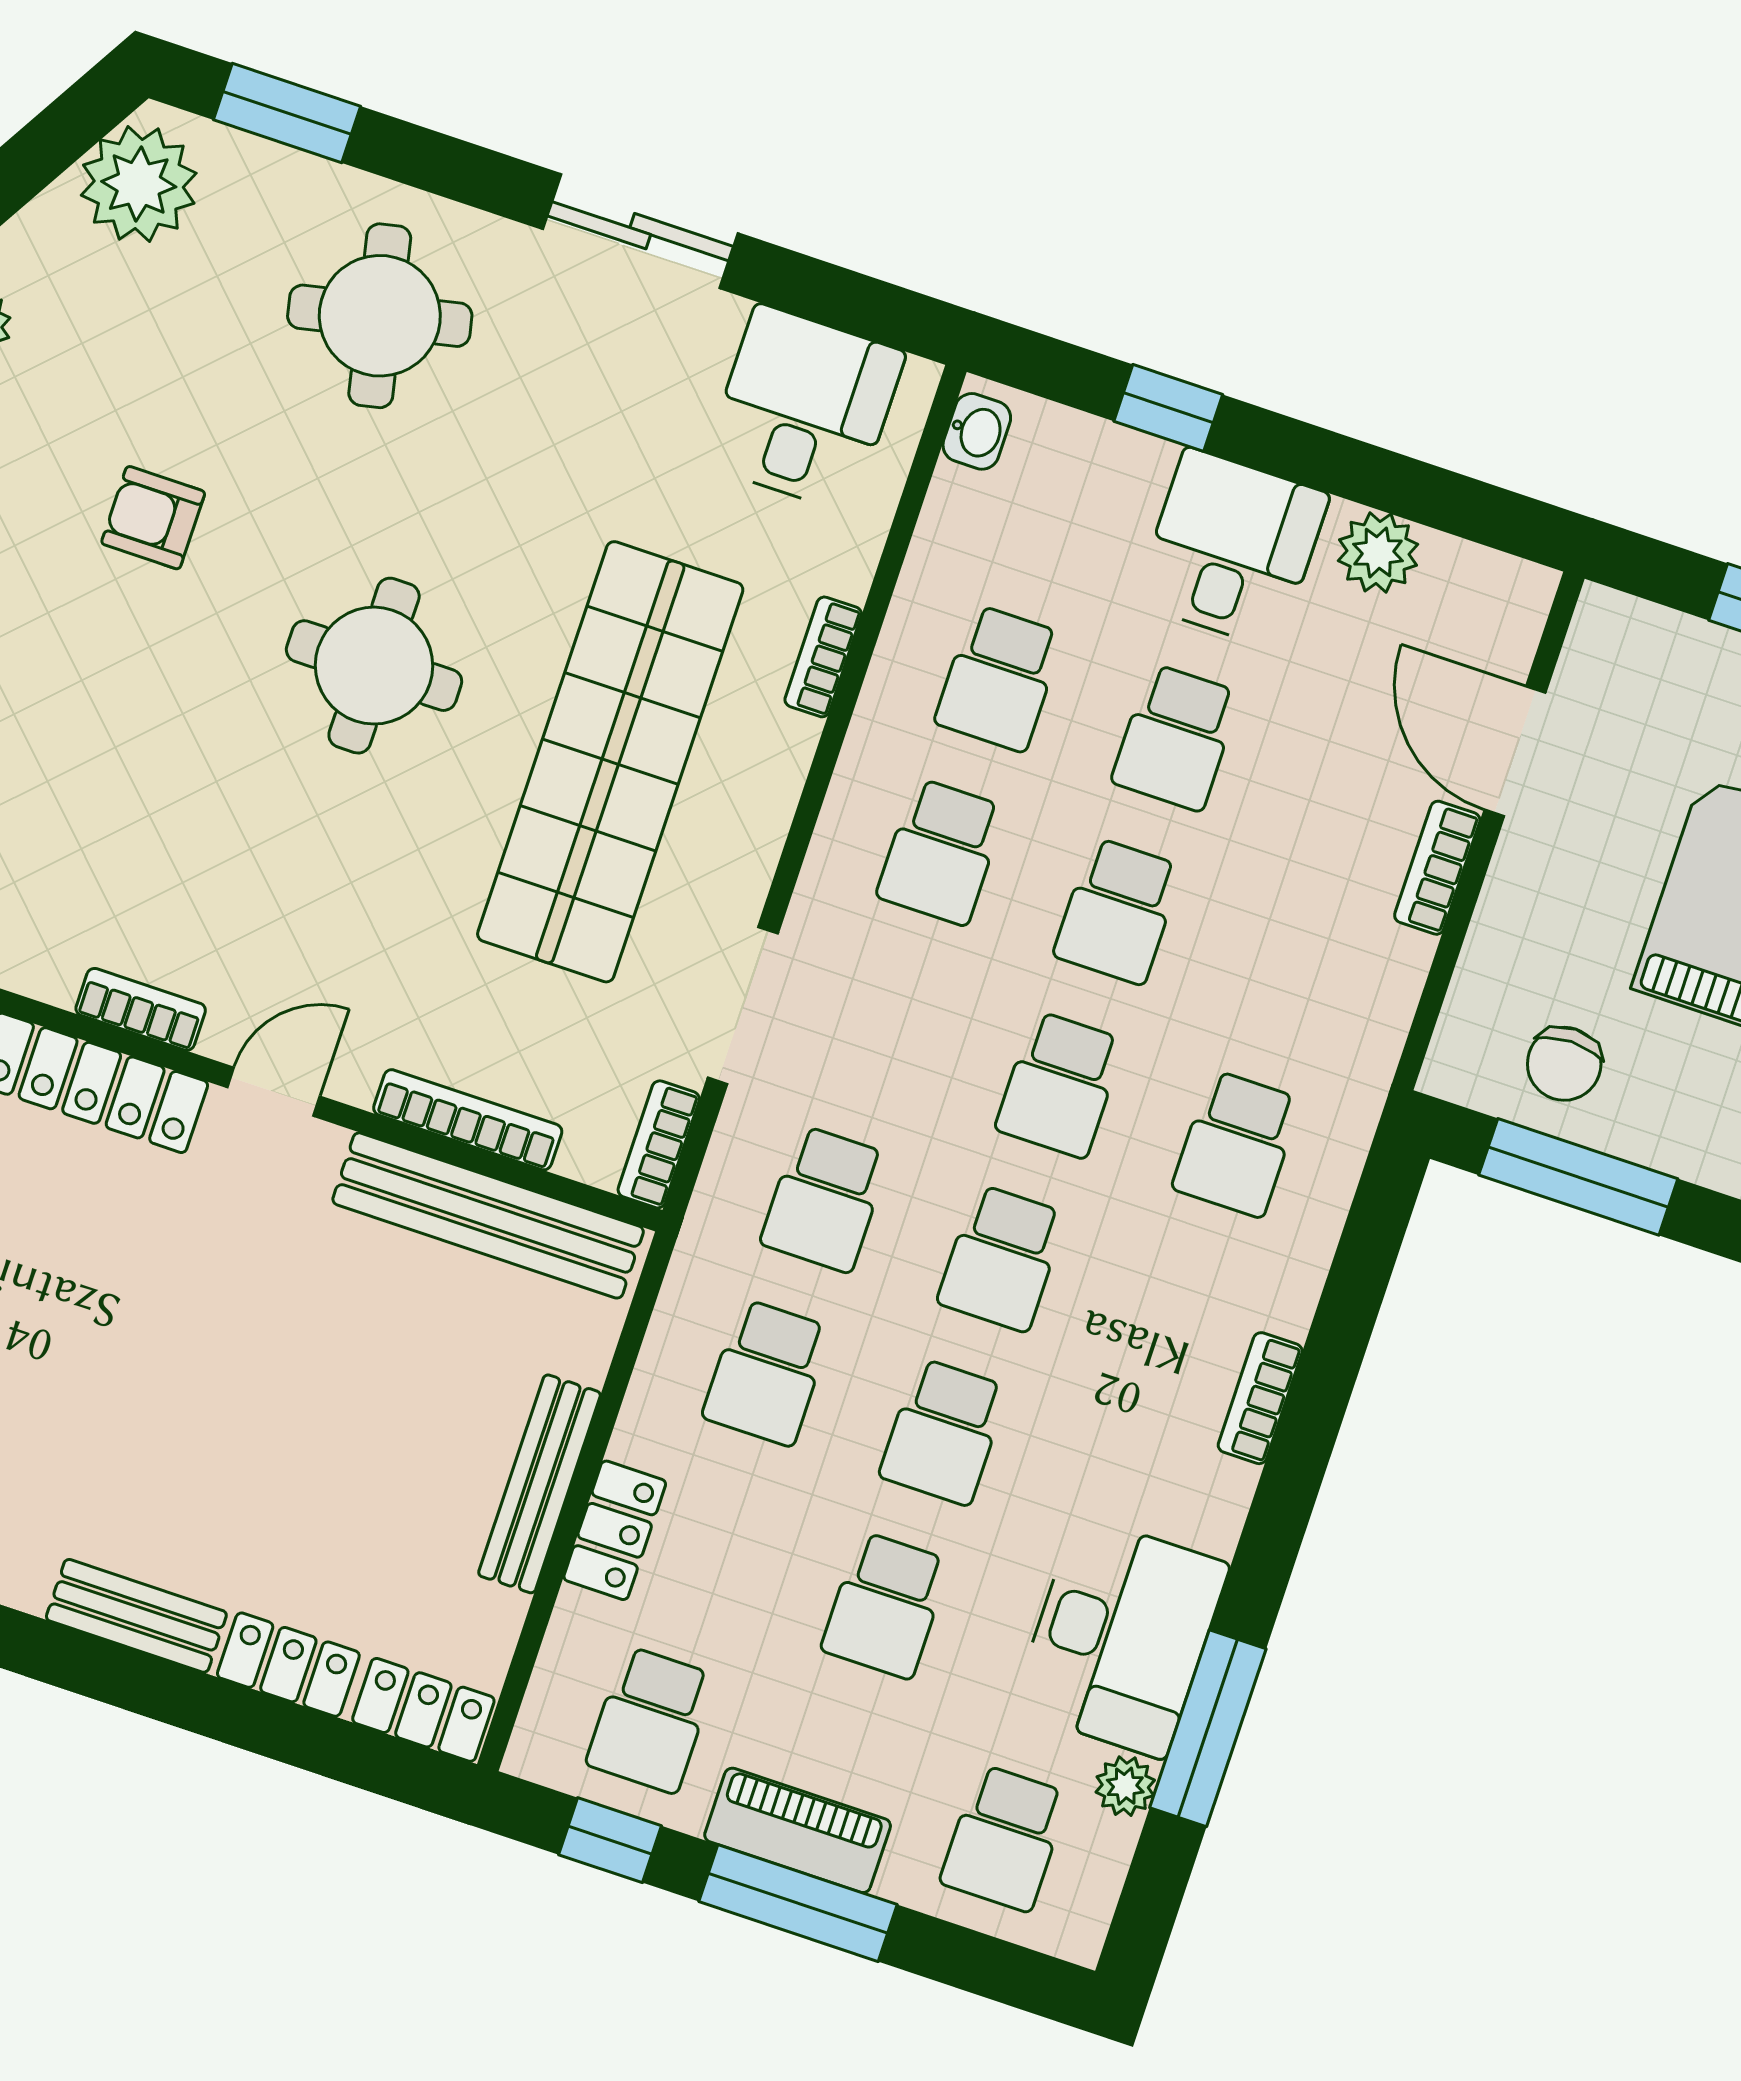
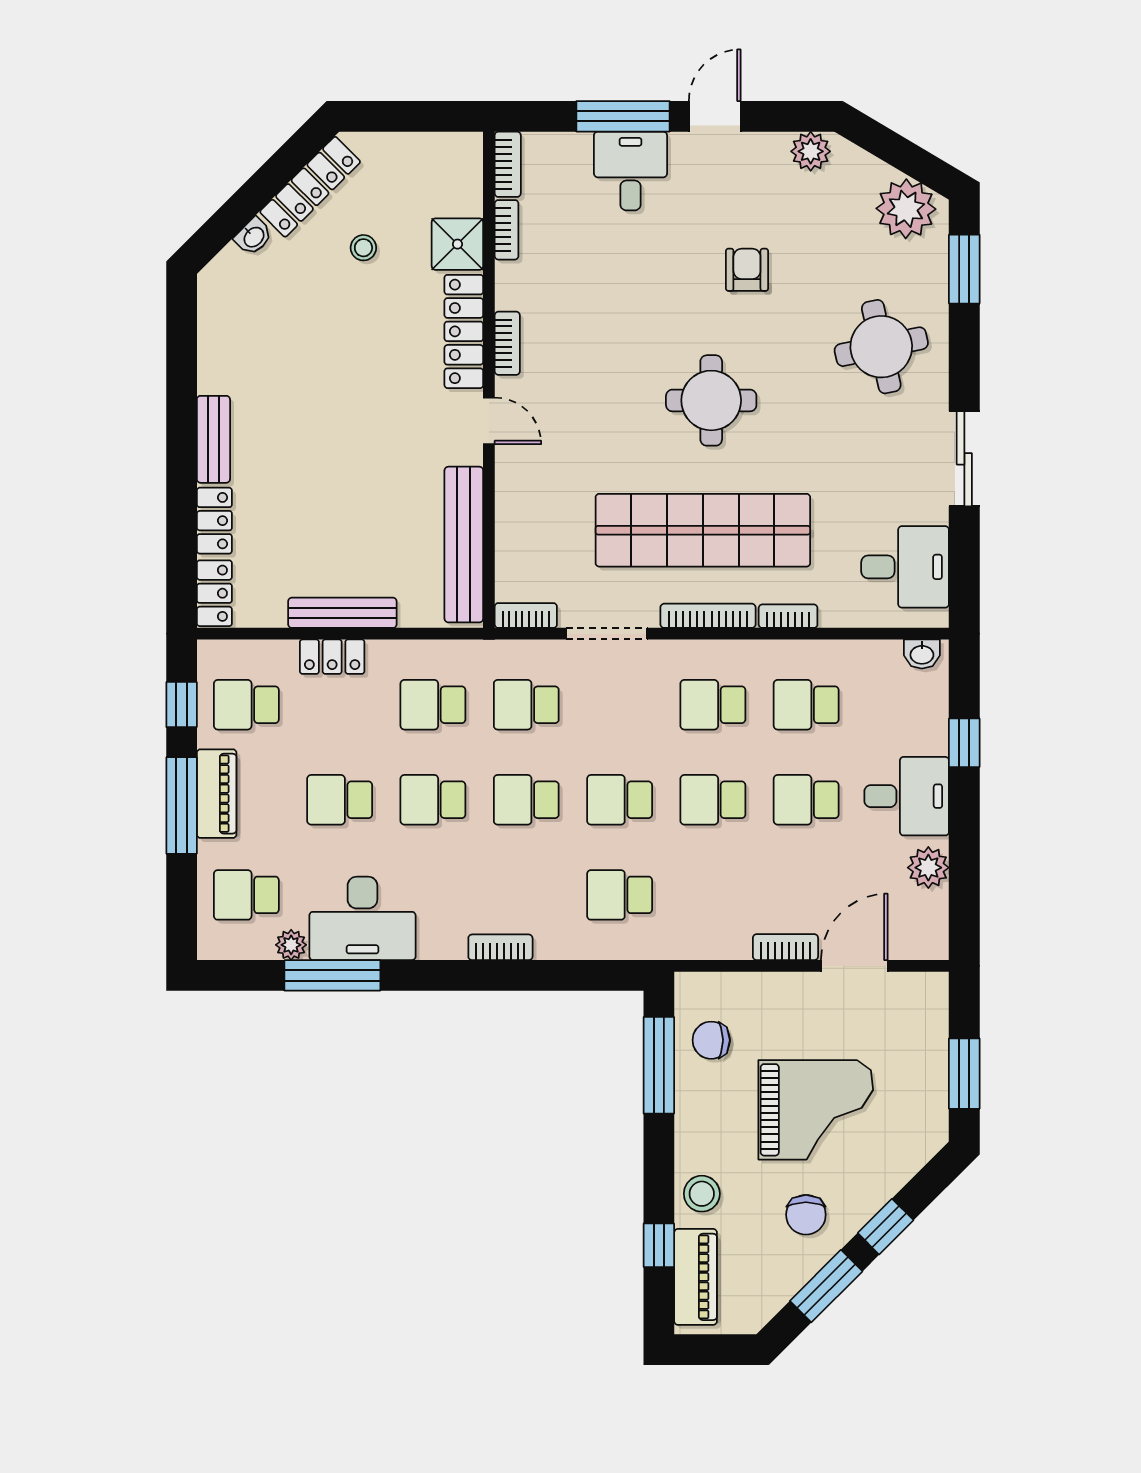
bookcase: (468, 1120) -> (708, 616), moved, turned -90

